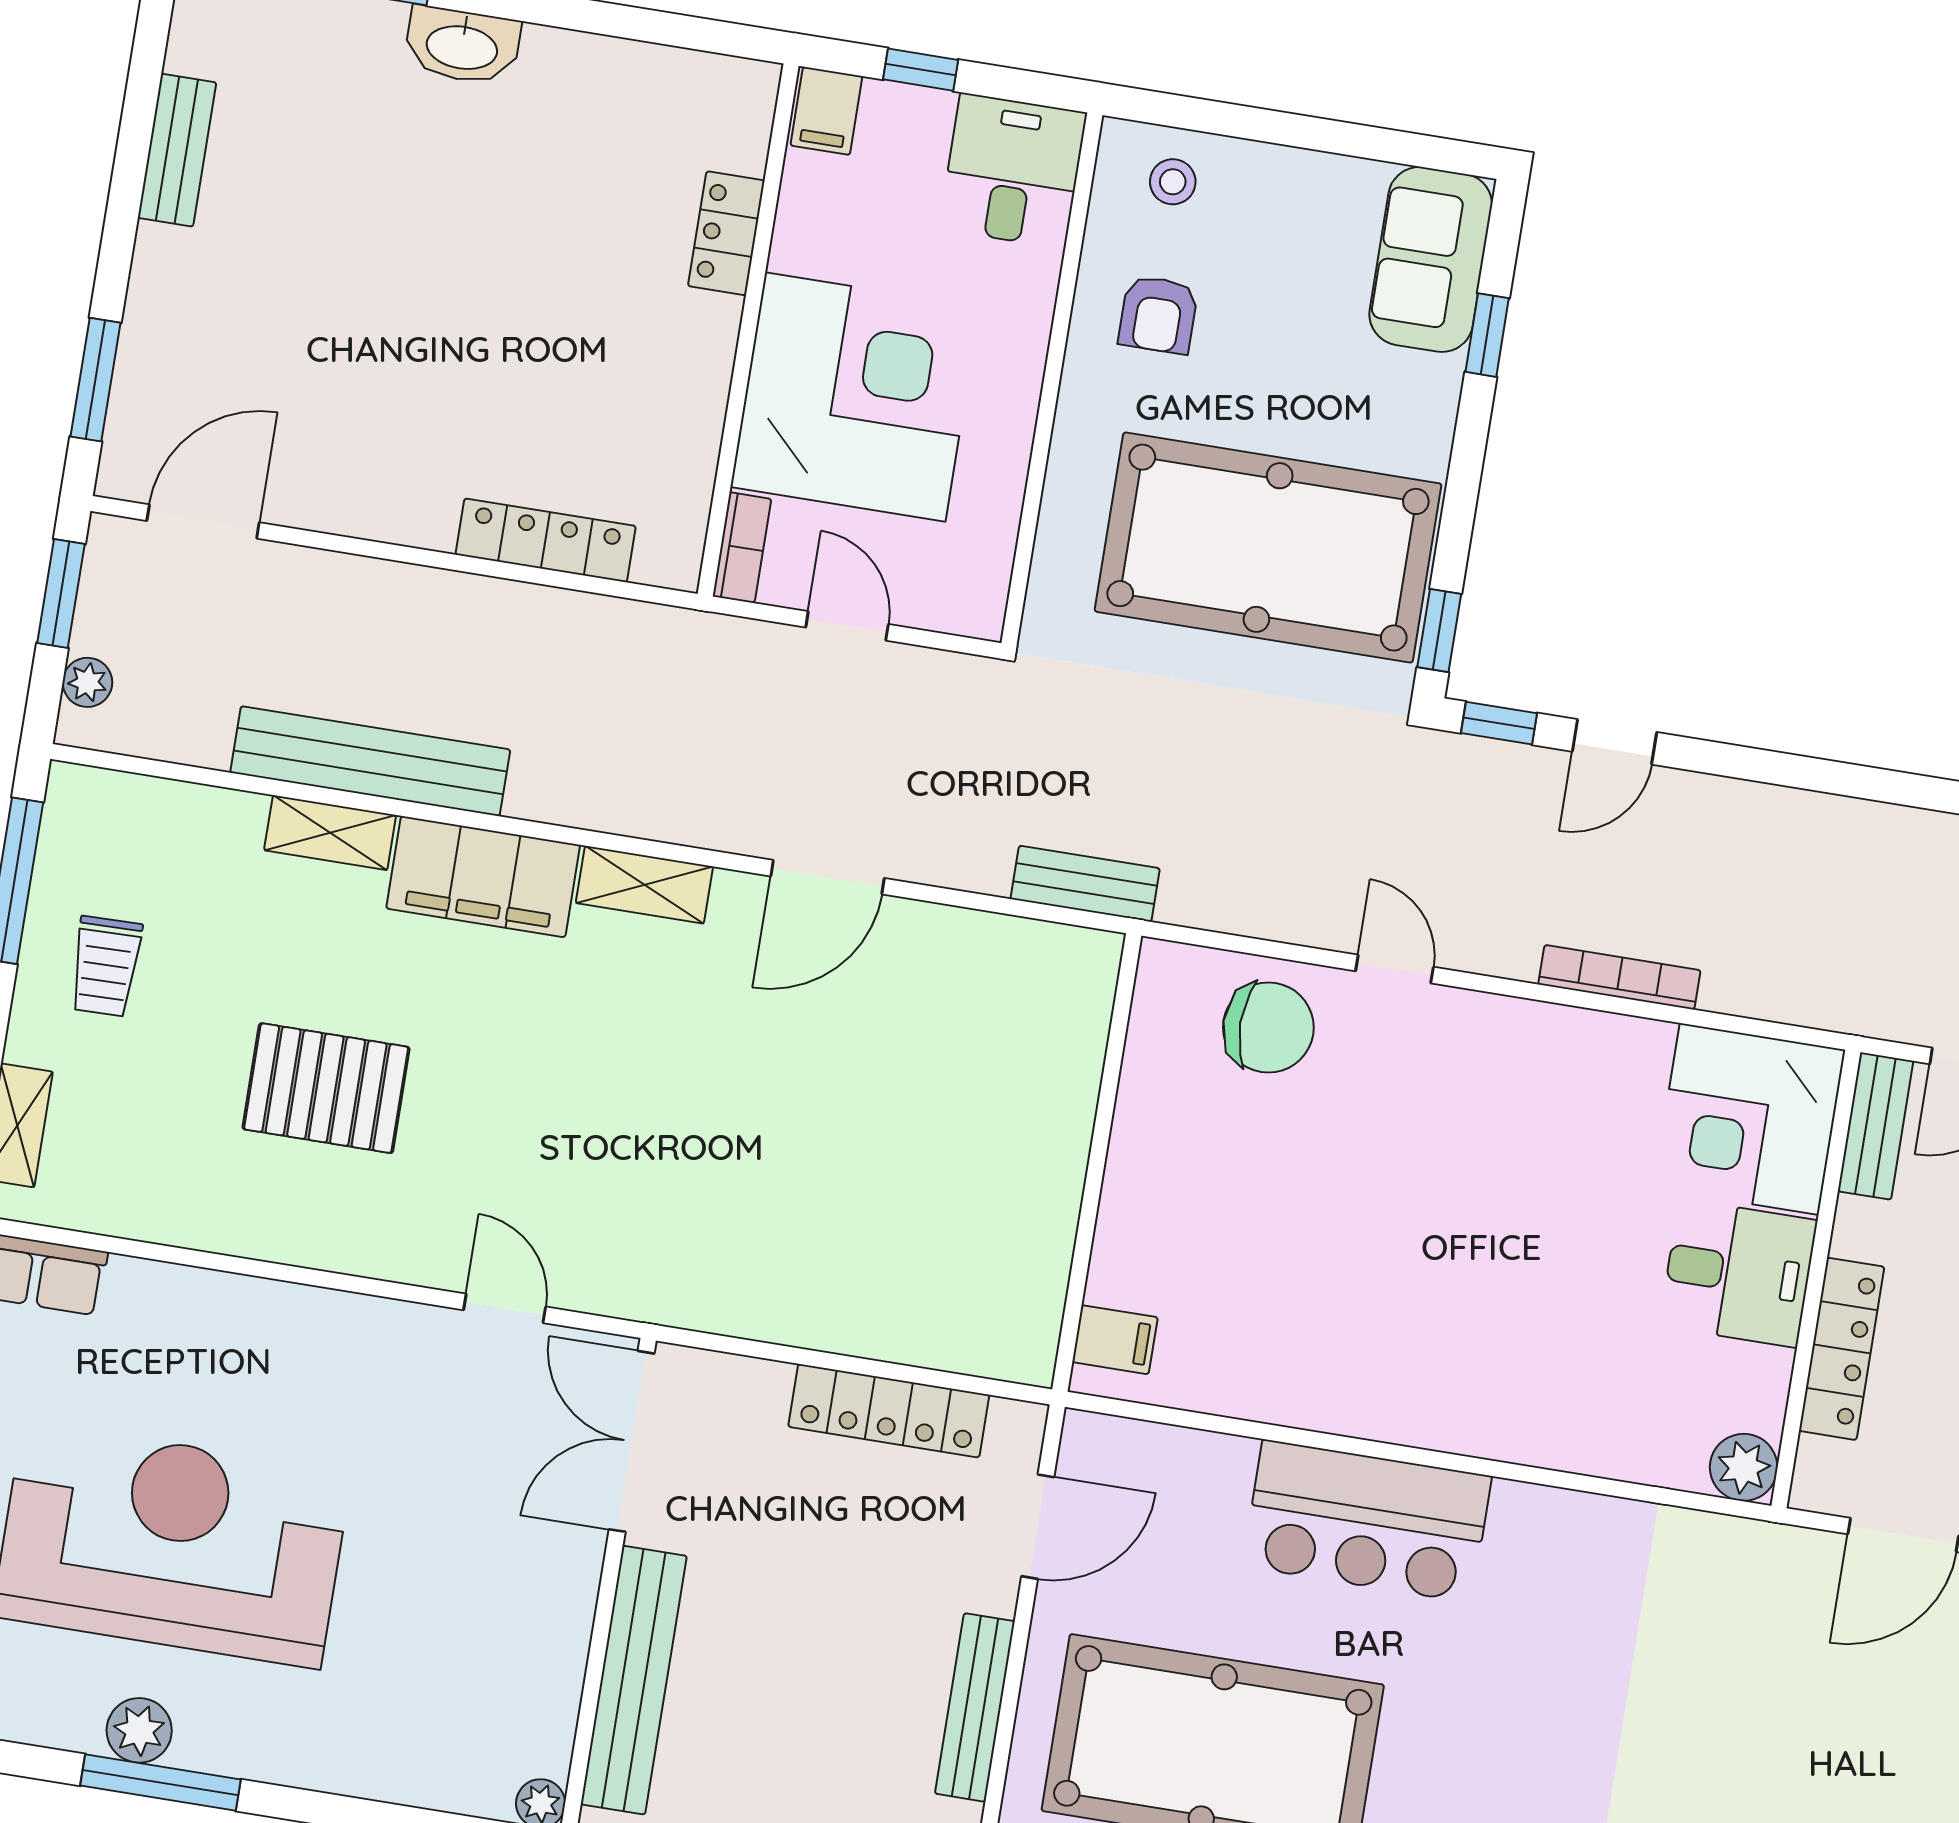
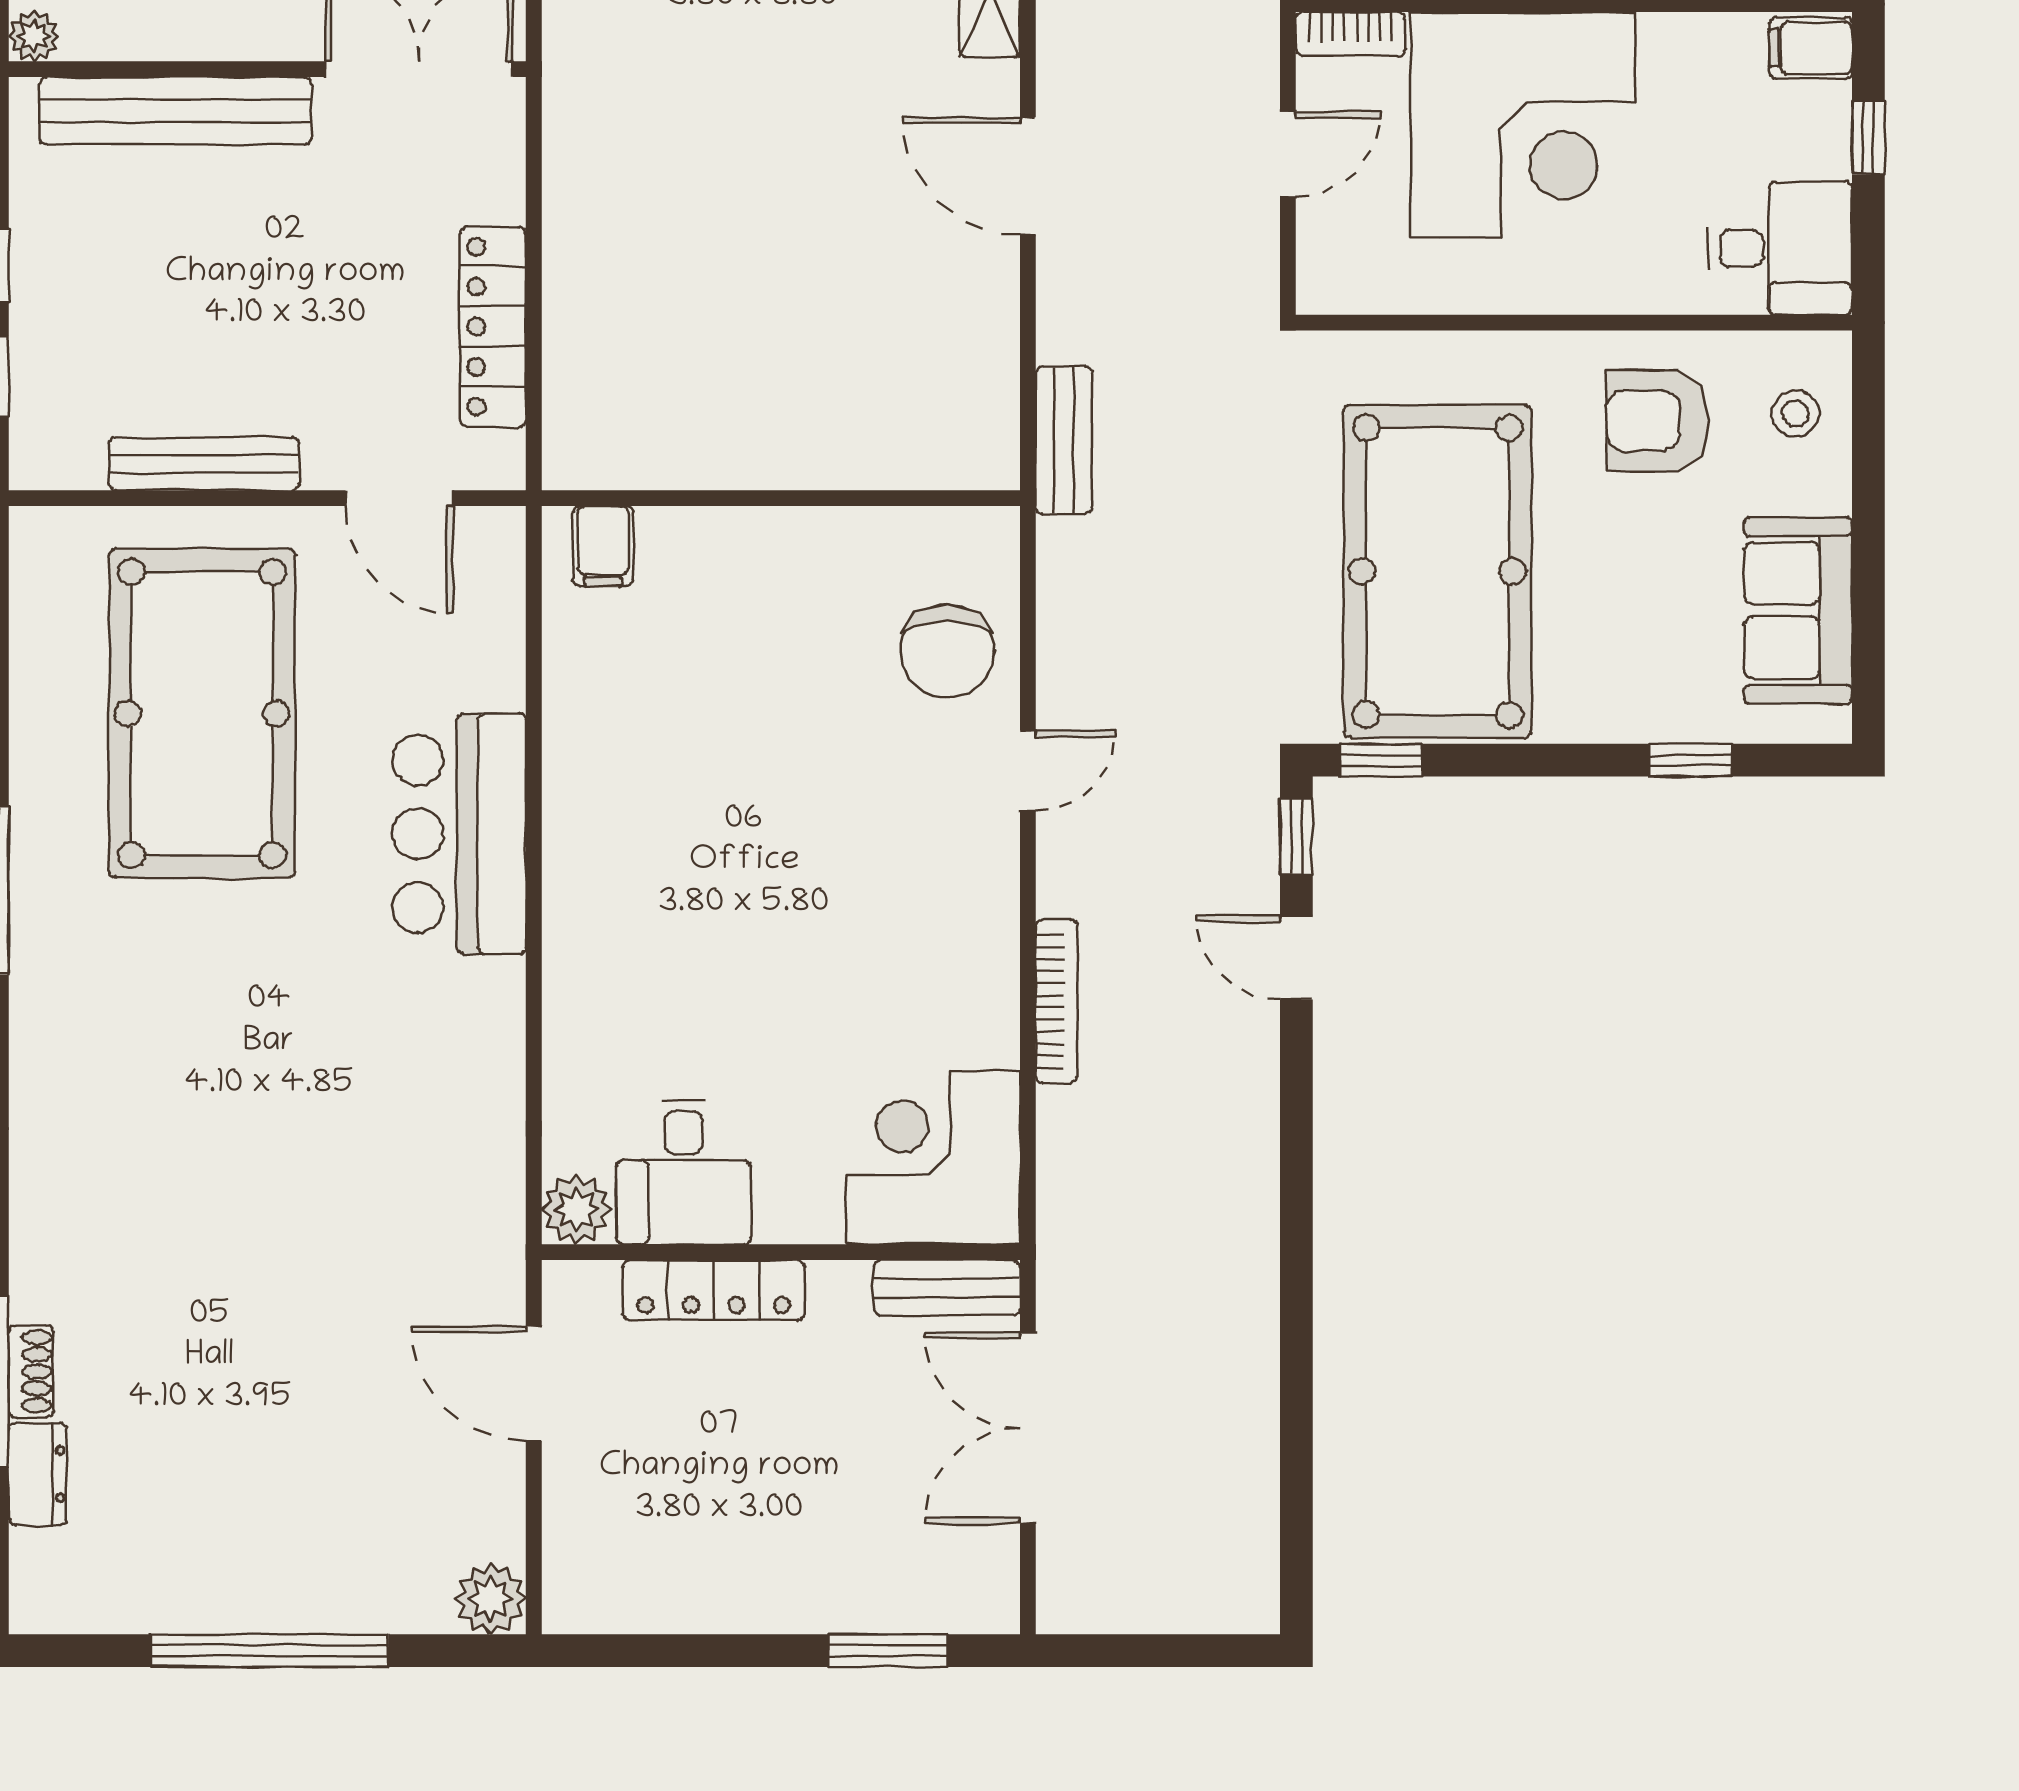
sofa: (1431, 259) -> (1798, 611), moved, turned -90
armchair: (1158, 315) -> (1657, 421), width x1.38, depth x1.38
desk: (1738, 1273) -> (684, 1172), moved

